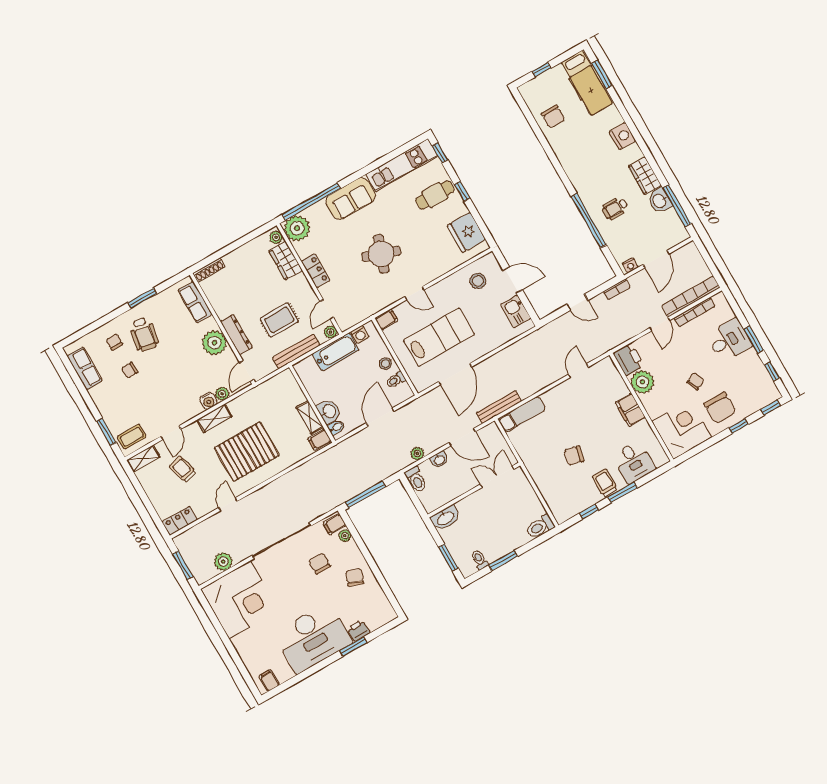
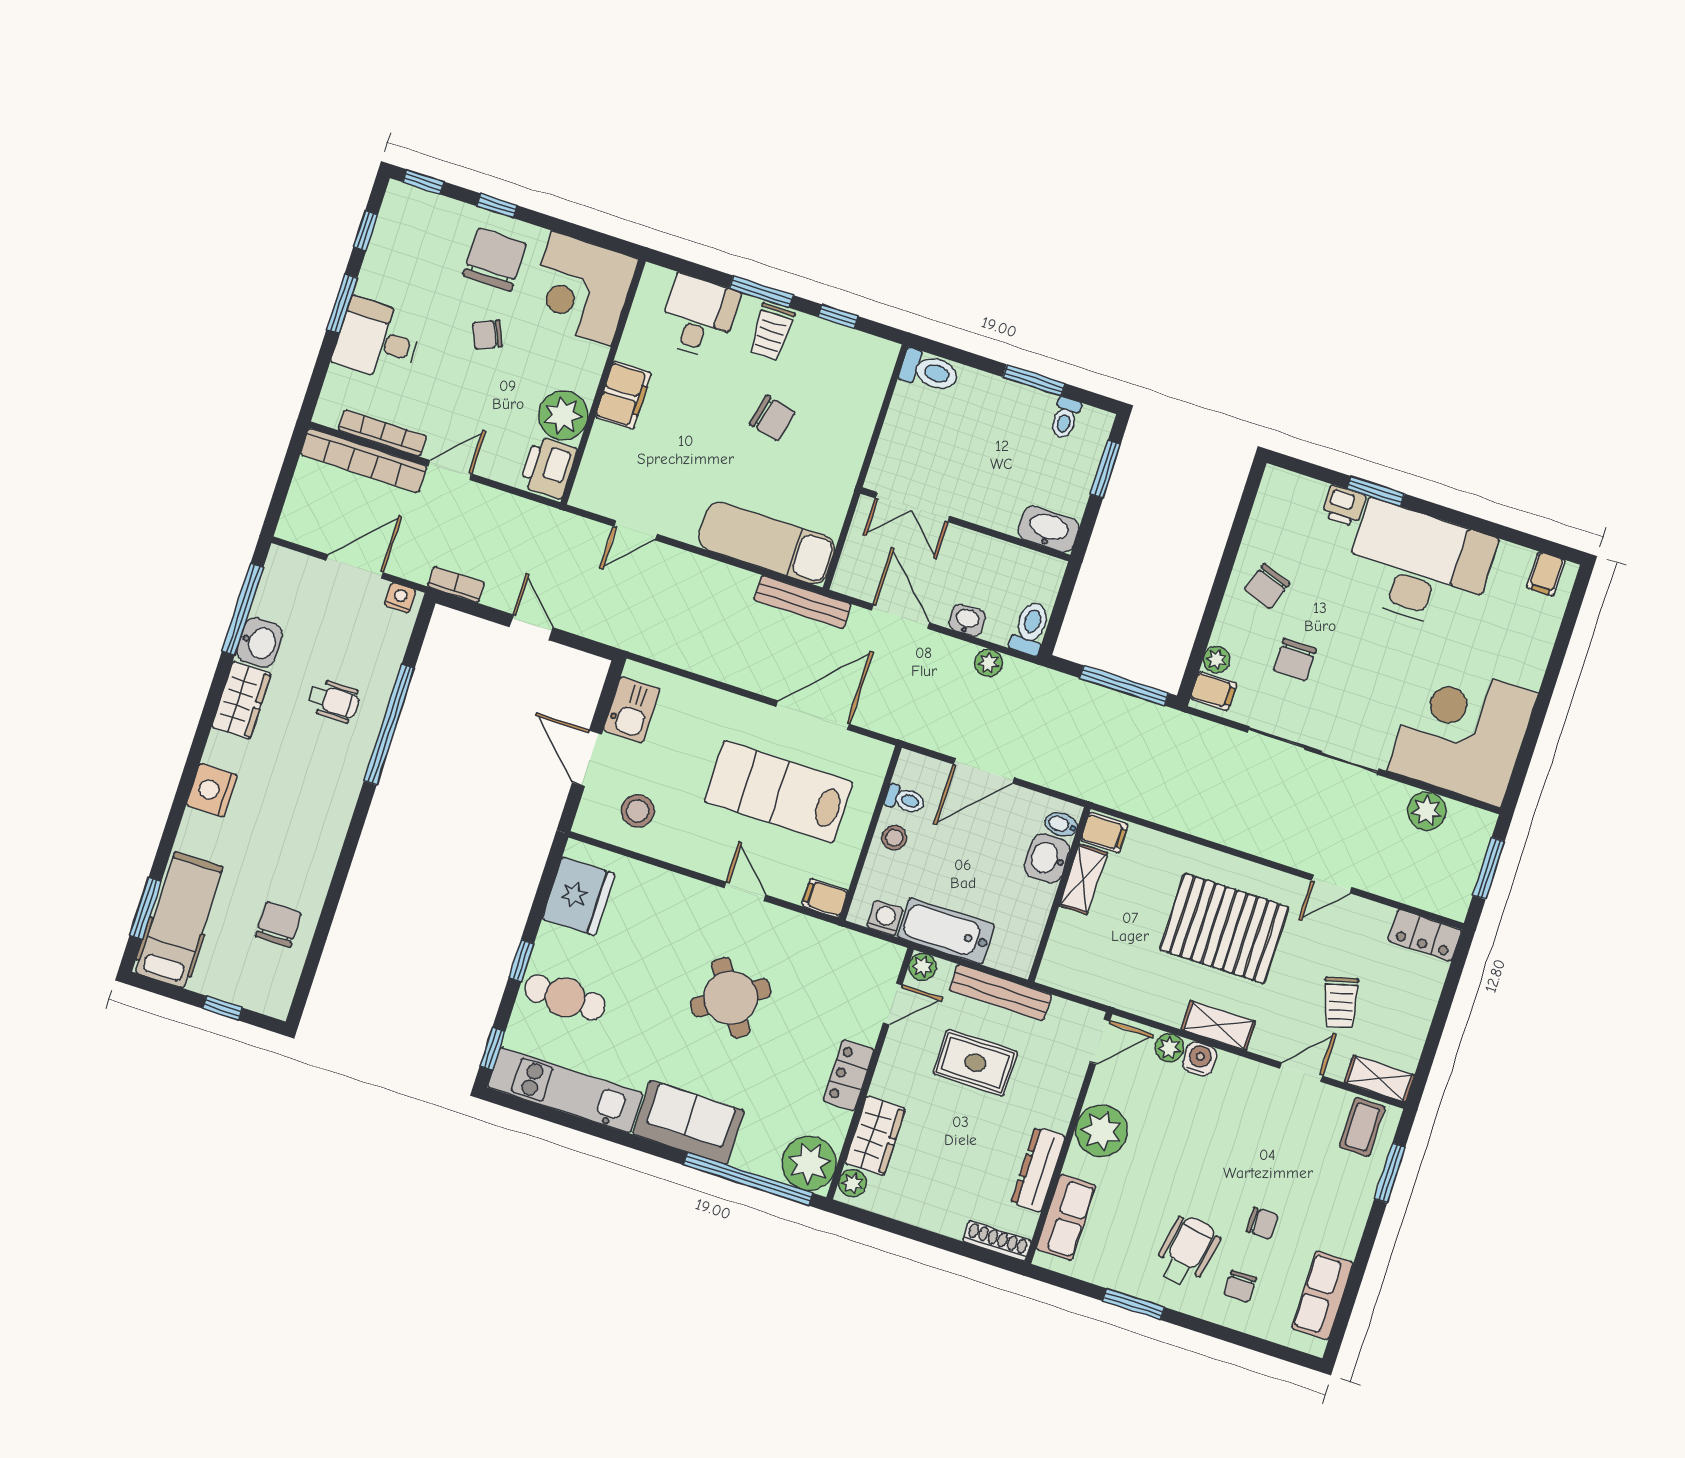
round table: (381, 254) -> (731, 998), turned 37
dresser: (236, 335) -> (1038, 1170), moved
exam couch: (522, 414) -> (767, 543), width x1.36, depth x1.45
coffee table: (132, 437) -> (1362, 1127), turned 90

